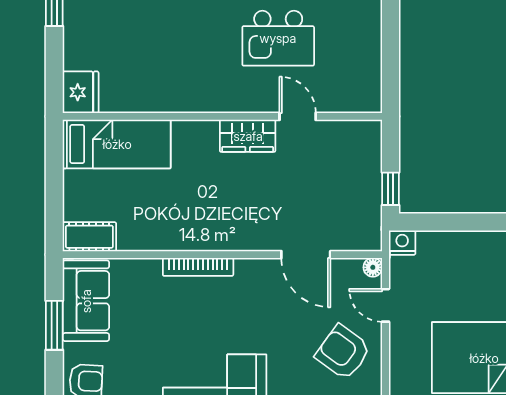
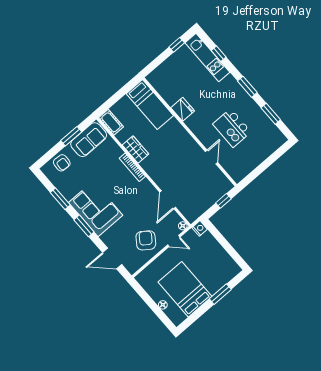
fridge: (81, 92) -> (183, 109), moved, turned -90
wardrobe: (248, 136) -> (135, 150), moved, turned 180
window: (390, 189) -> (223, 201), moved
door: (385, 305) -> (174, 241), swing flipped

